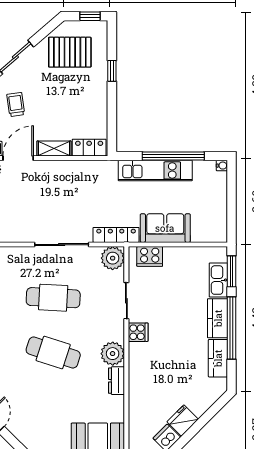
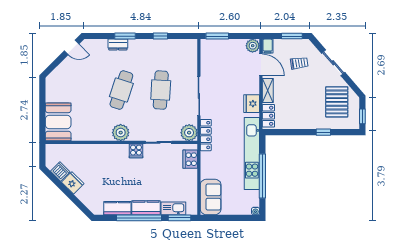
kitchen unit: (155, 170) -> (252, 154), width x1.36
fridge: (72, 171) -> (252, 104), added
sofa: (165, 228) -> (211, 197), moved
dresser: (116, 381) -> (101, 135), removed

